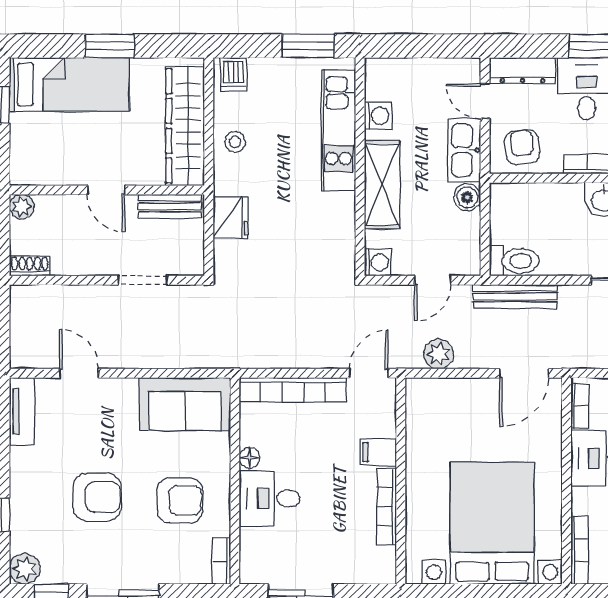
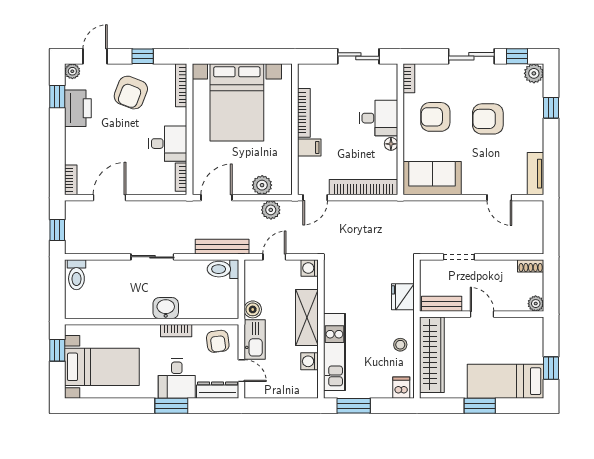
plant: (452, 393) -> (262, 185), added

